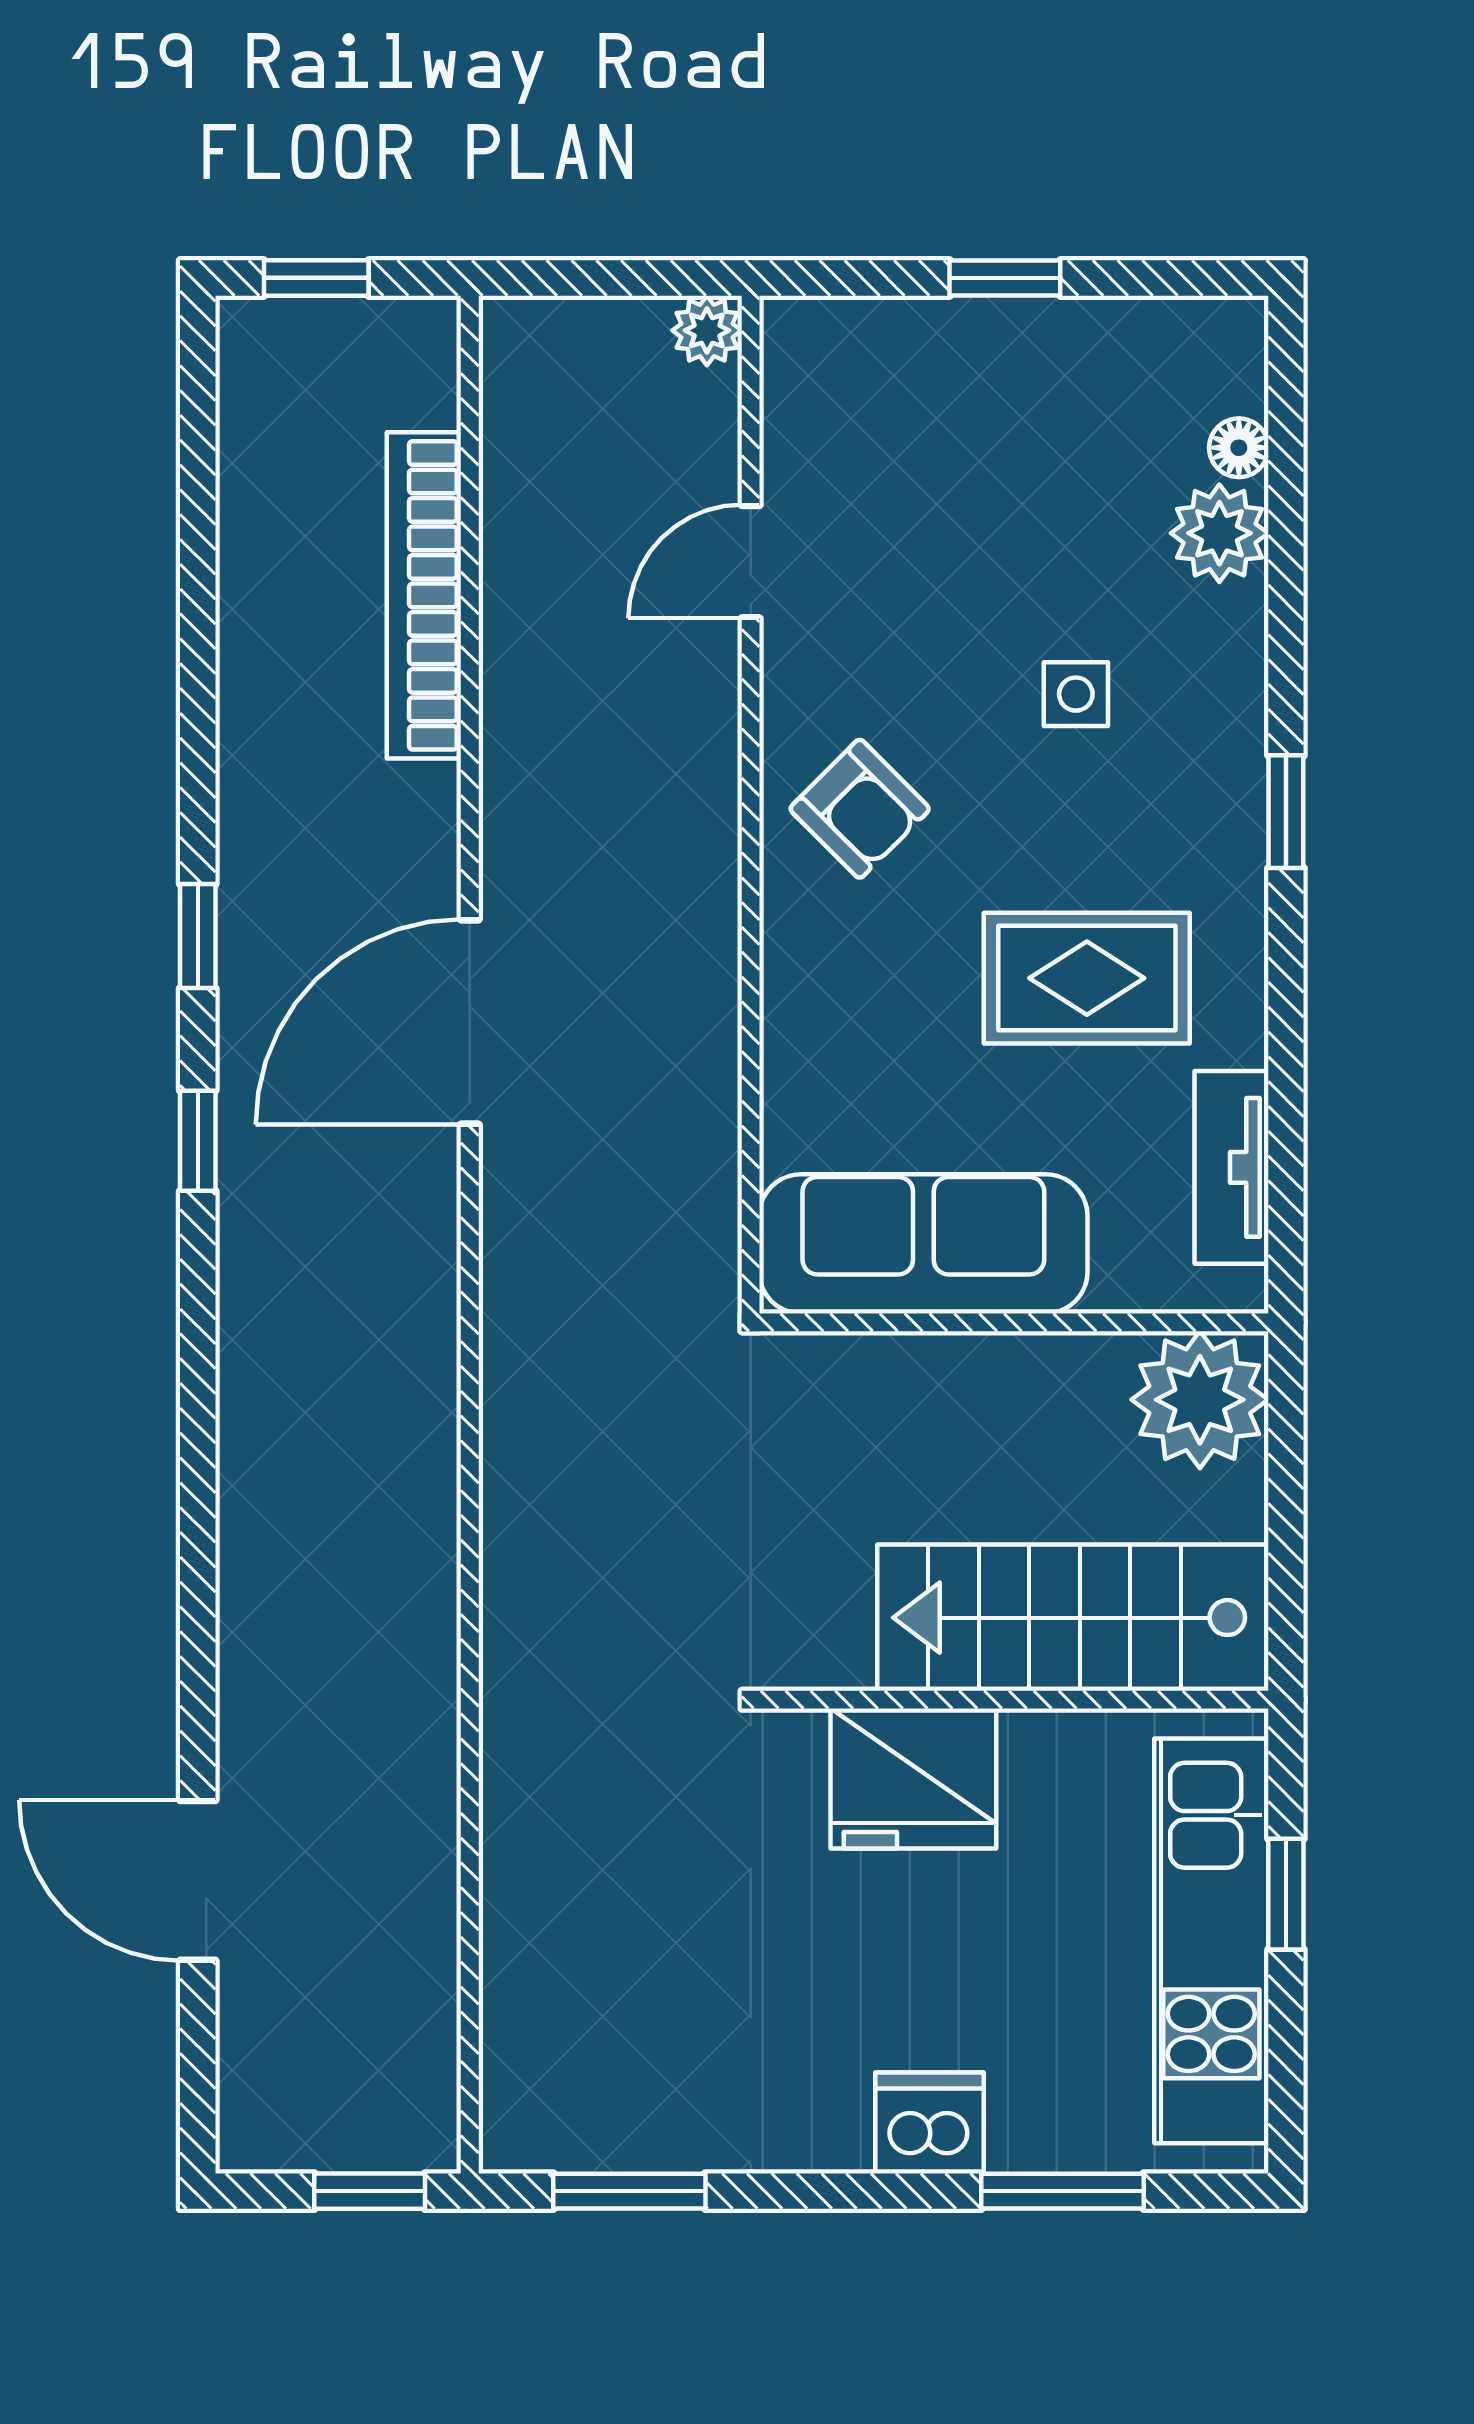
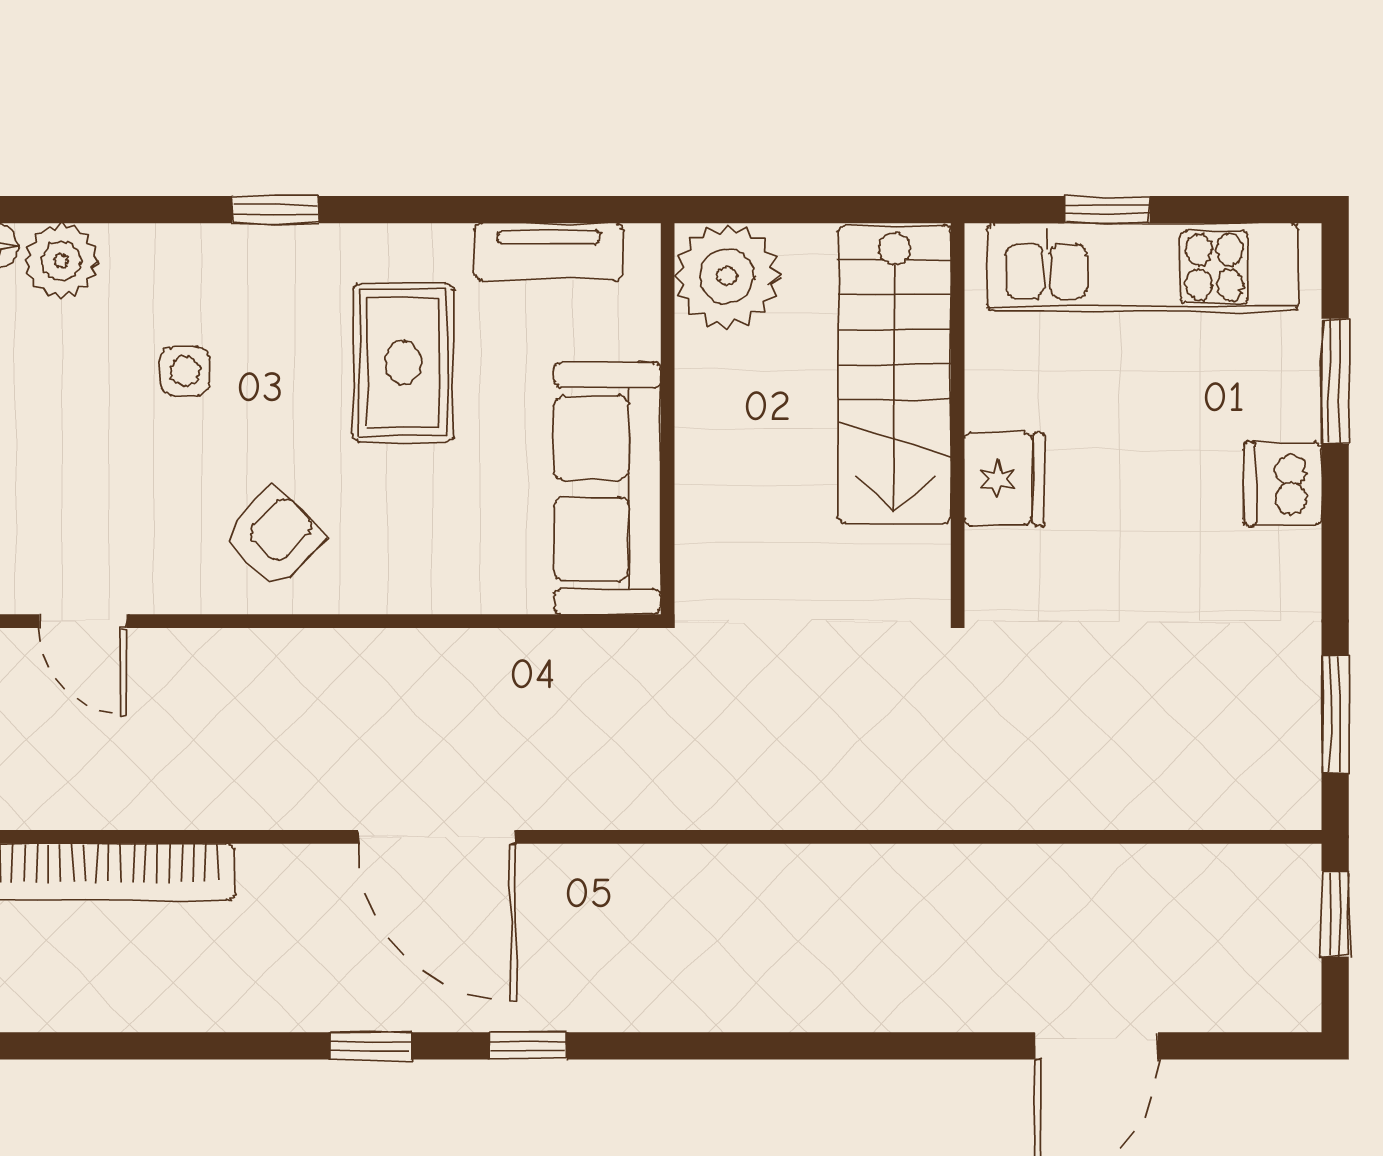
fridge: (913, 1779) -> (1004, 479), width x0.73, depth x0.75

